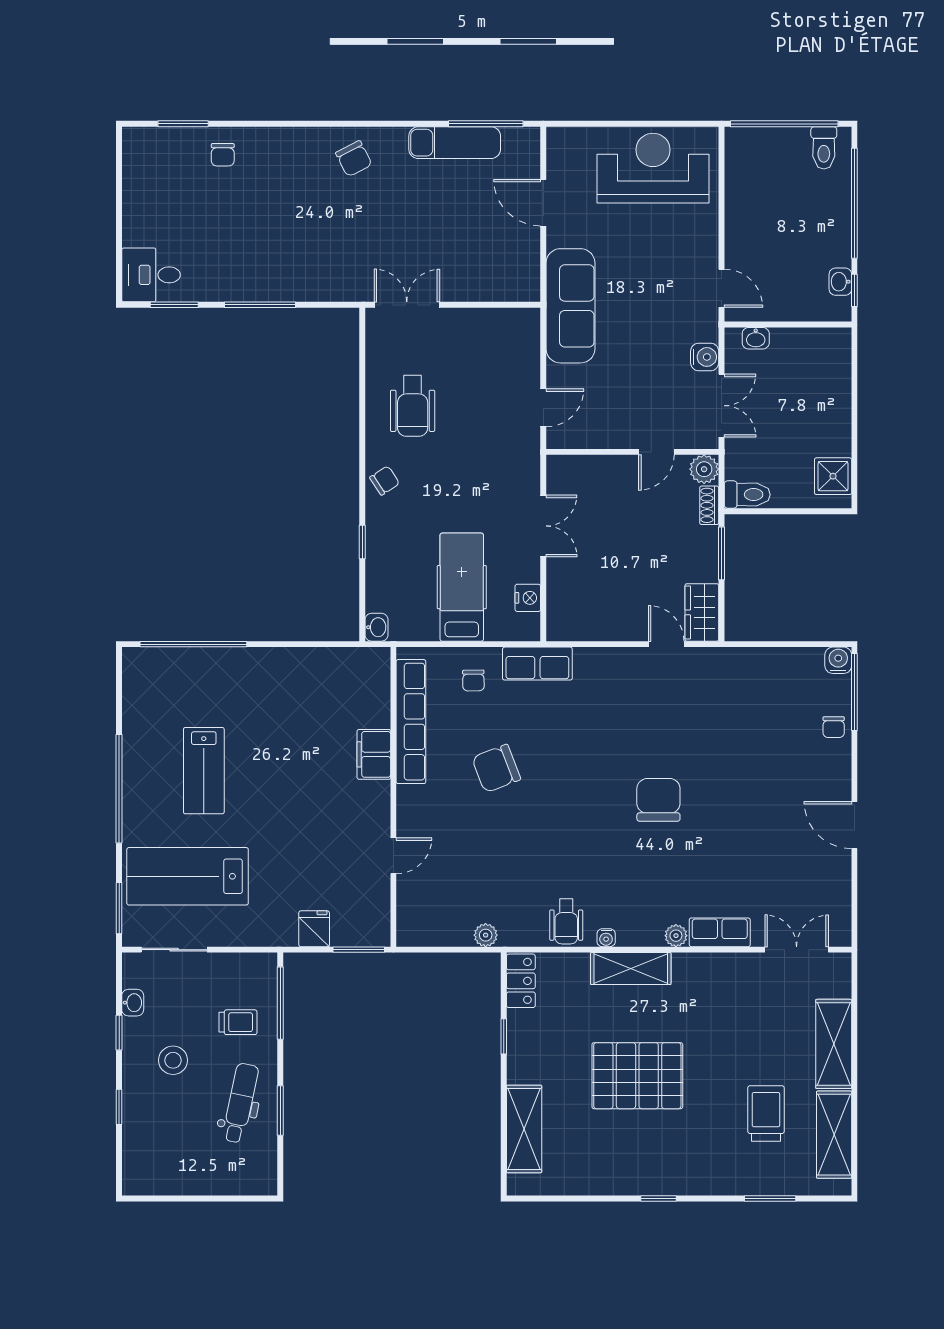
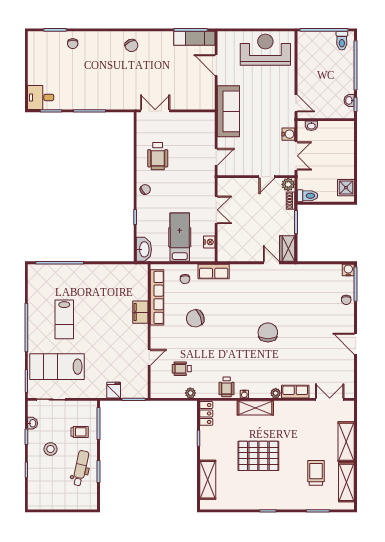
exam couch: (455, 143) -> (194, 38), moved
washbasin: (377, 627) -> (144, 249), width x1.91, depth x1.45
wheelchair: (466, 881) -> (182, 369), added

